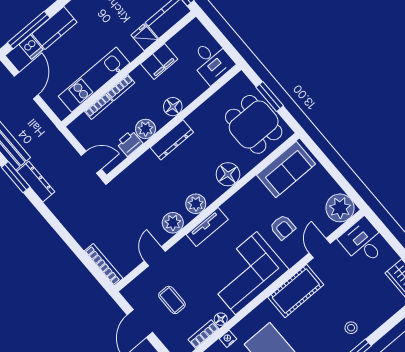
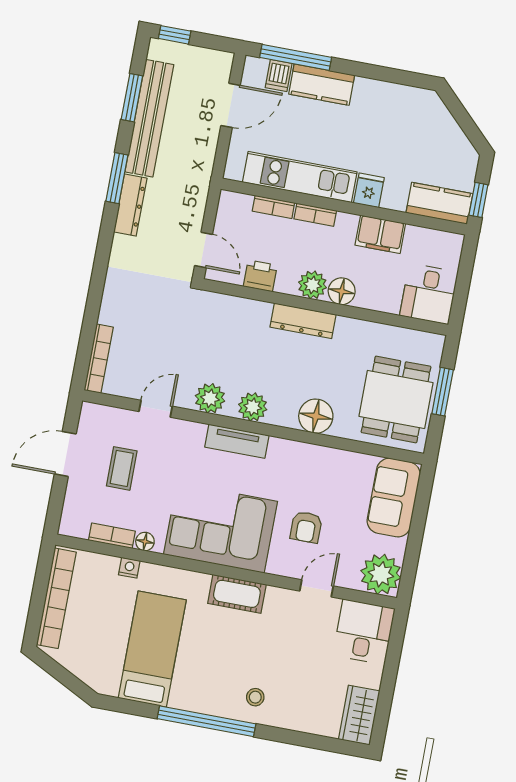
fridge: (144, 37) -> (369, 190), moved
plant: (146, 129) -> (312, 285), moved
sofa: (286, 169) -> (394, 498), moved, turned 90
cot: (296, 291) -> (237, 594), width x0.73, depth x0.75

